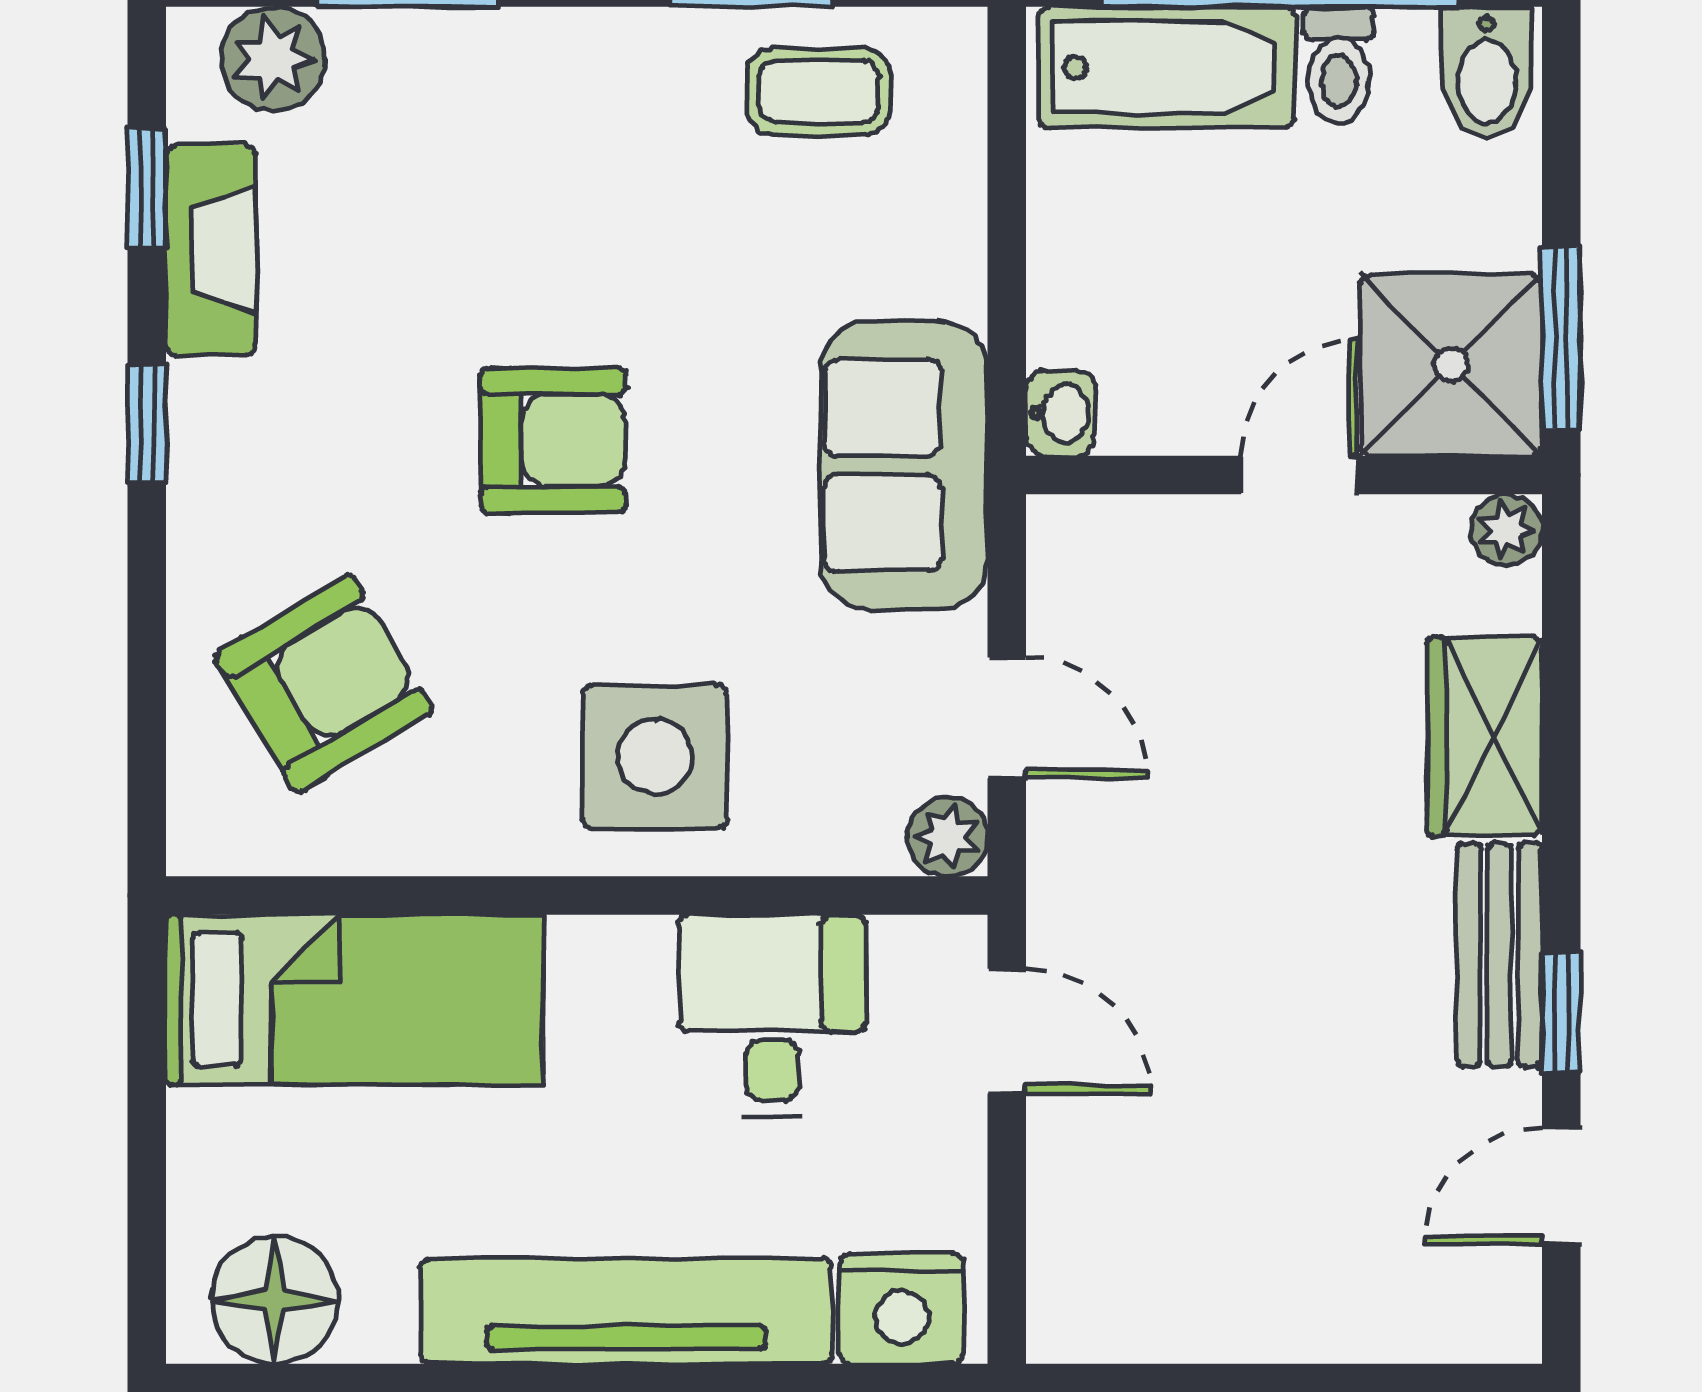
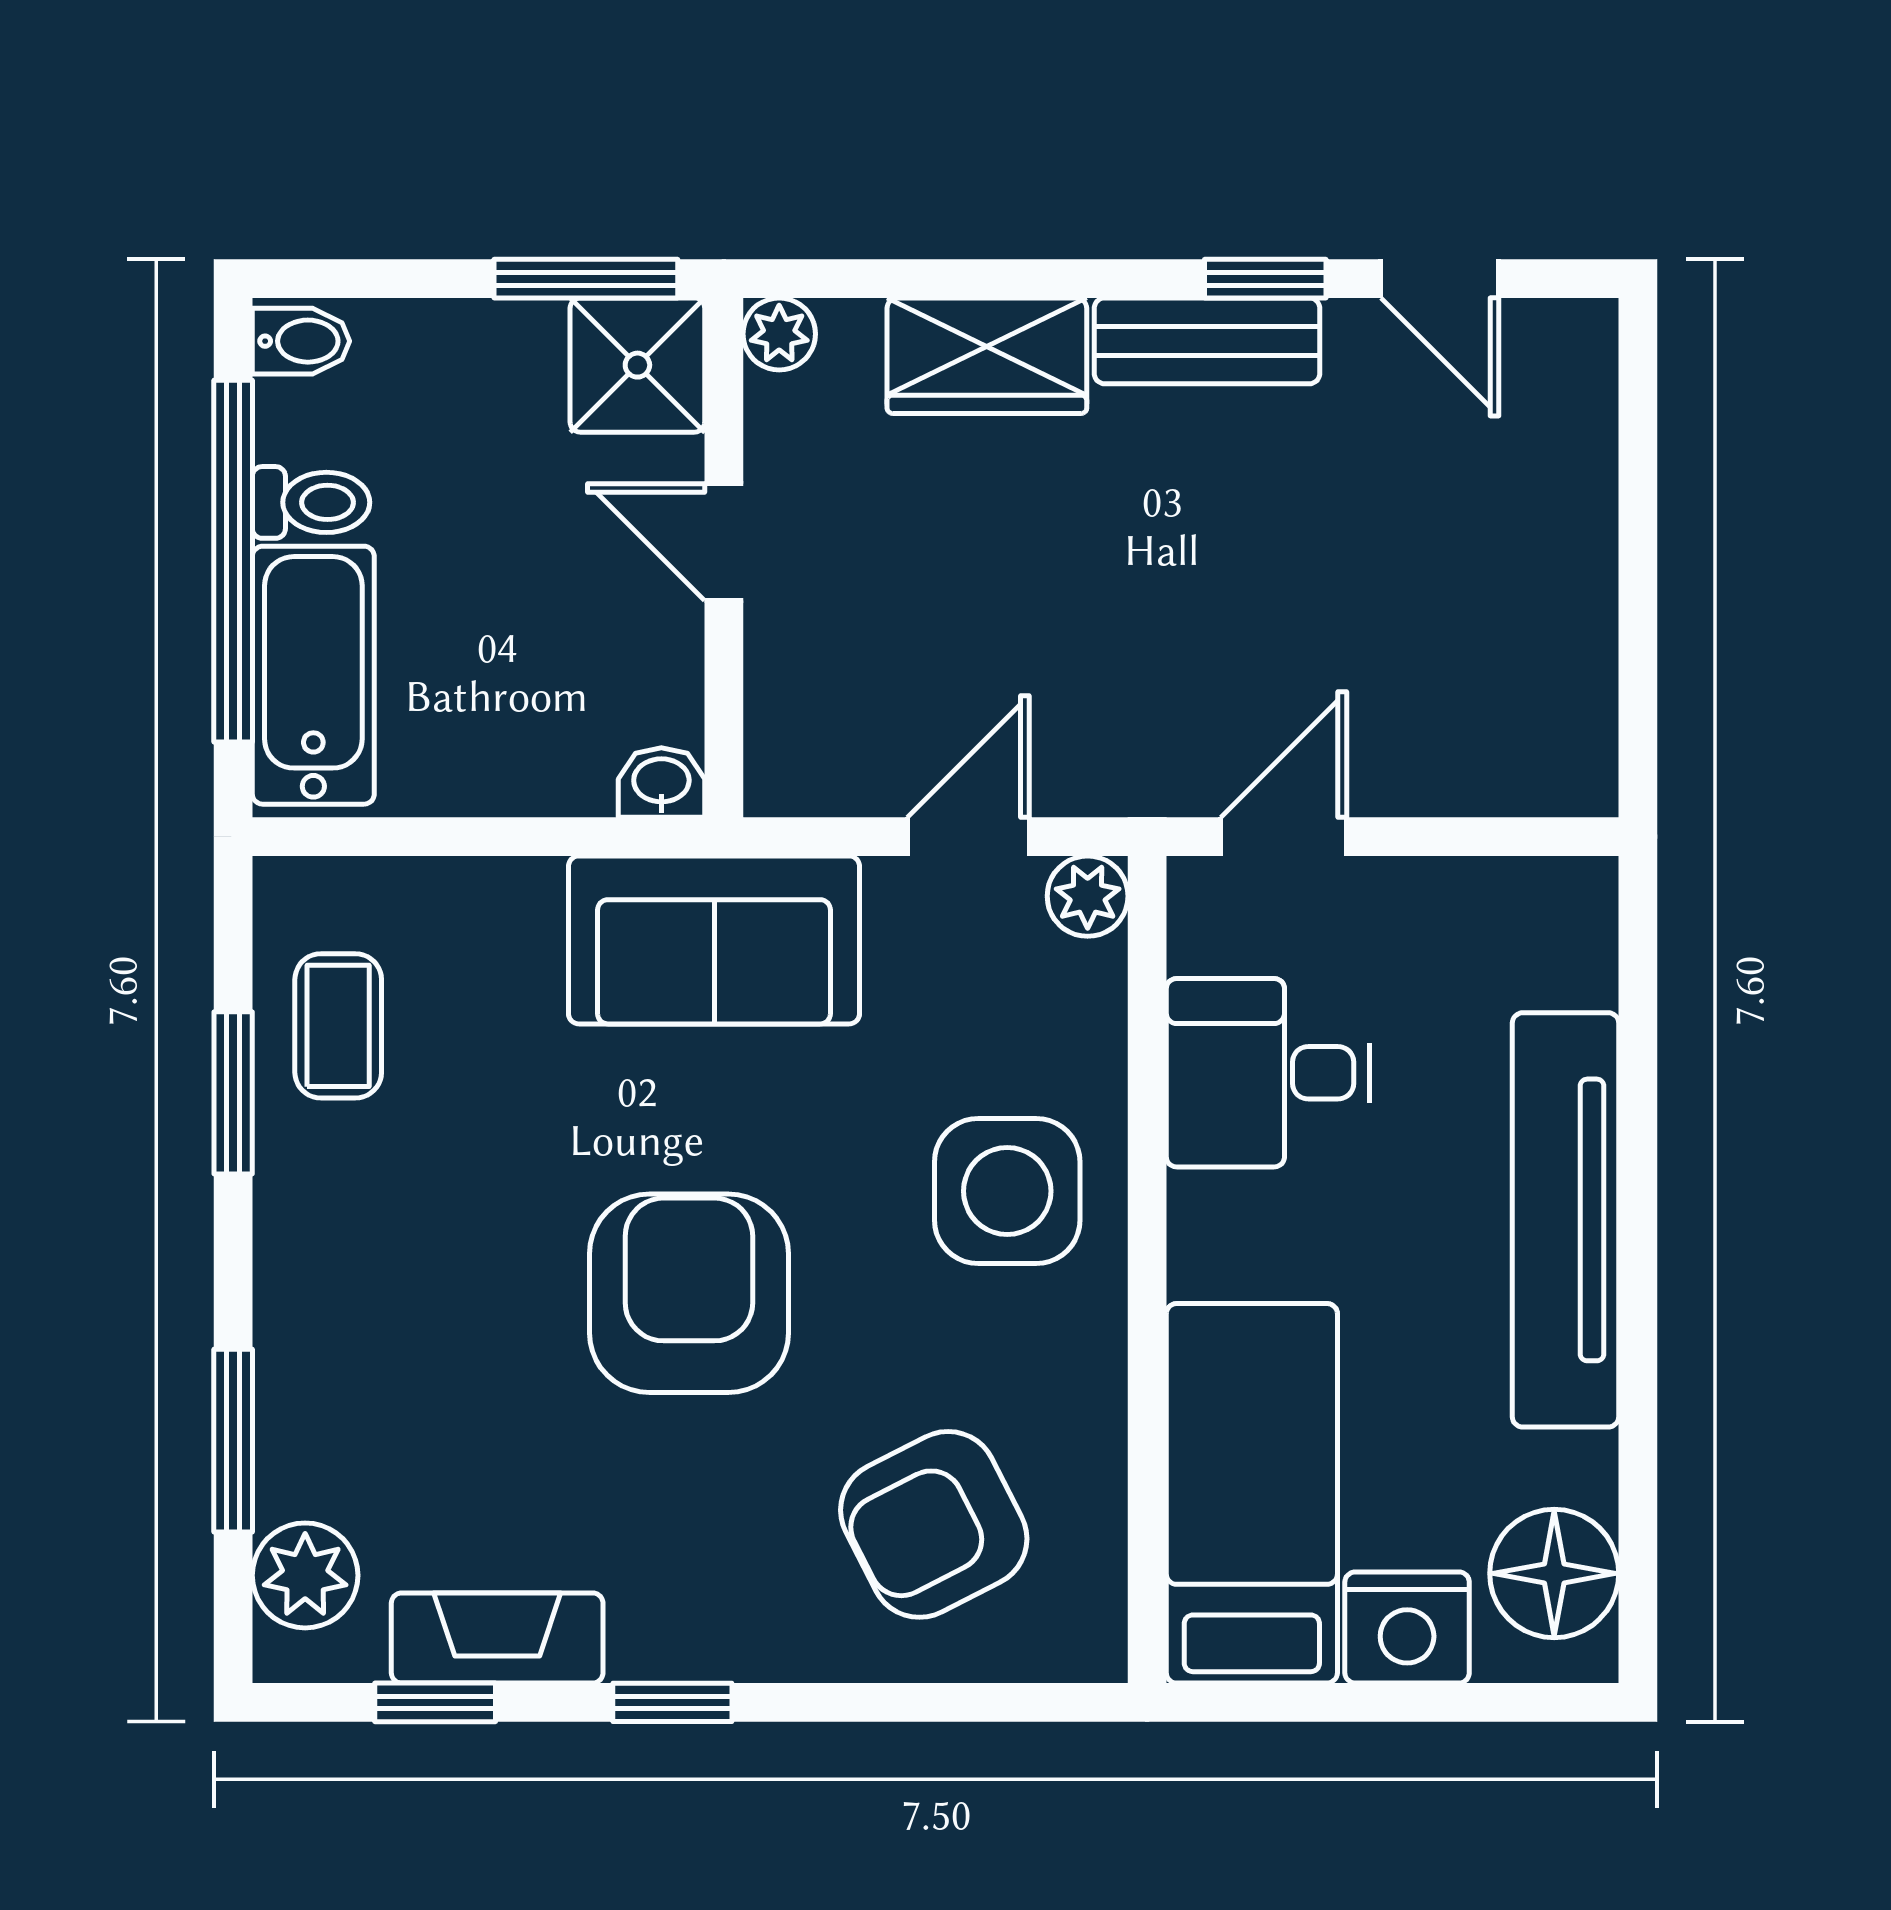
bidet: (1487, 72) -> (301, 341), width x0.72, depth x0.74
shower: (1451, 365) -> (637, 365), width x0.73, depth x0.73
armchair: (553, 440) -> (689, 1293), width x1.36, depth x1.36
armchair: (324, 683) -> (934, 1524), turned -86
nightstand: (901, 1308) -> (1407, 1627), moved, turned 90

